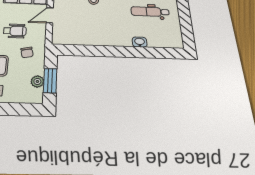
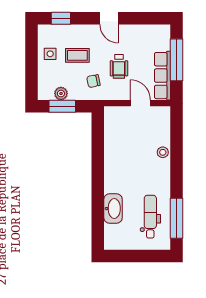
washbasin: (140, 42) -> (113, 209), width x1.91, depth x1.45

